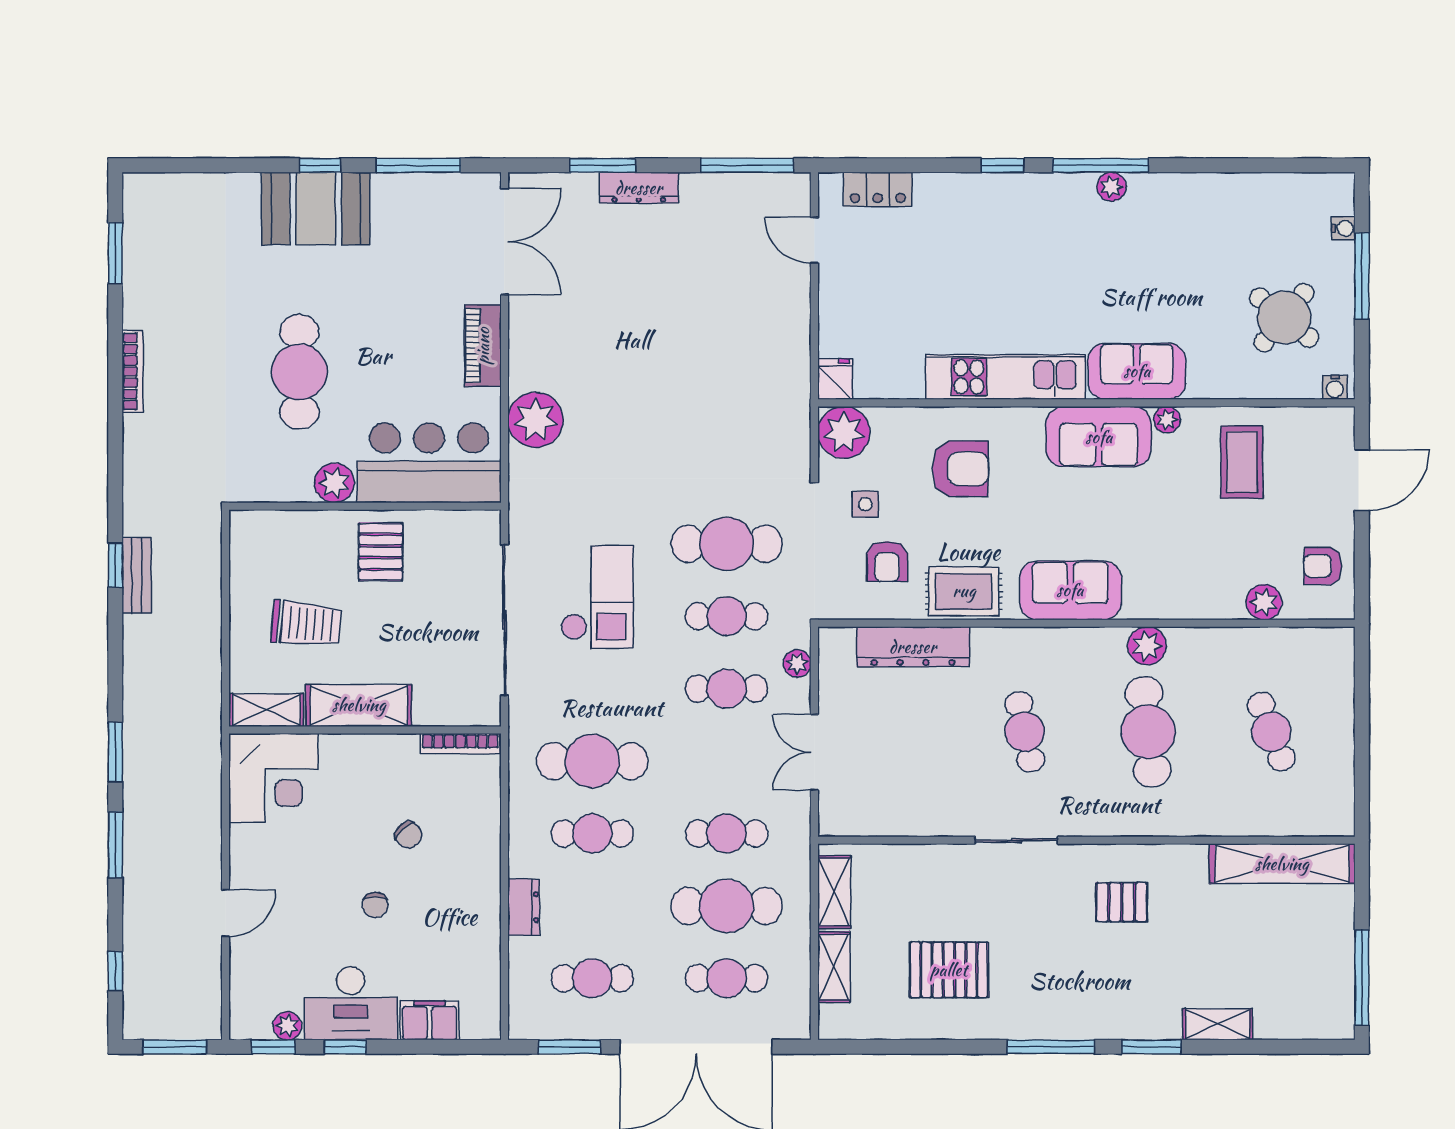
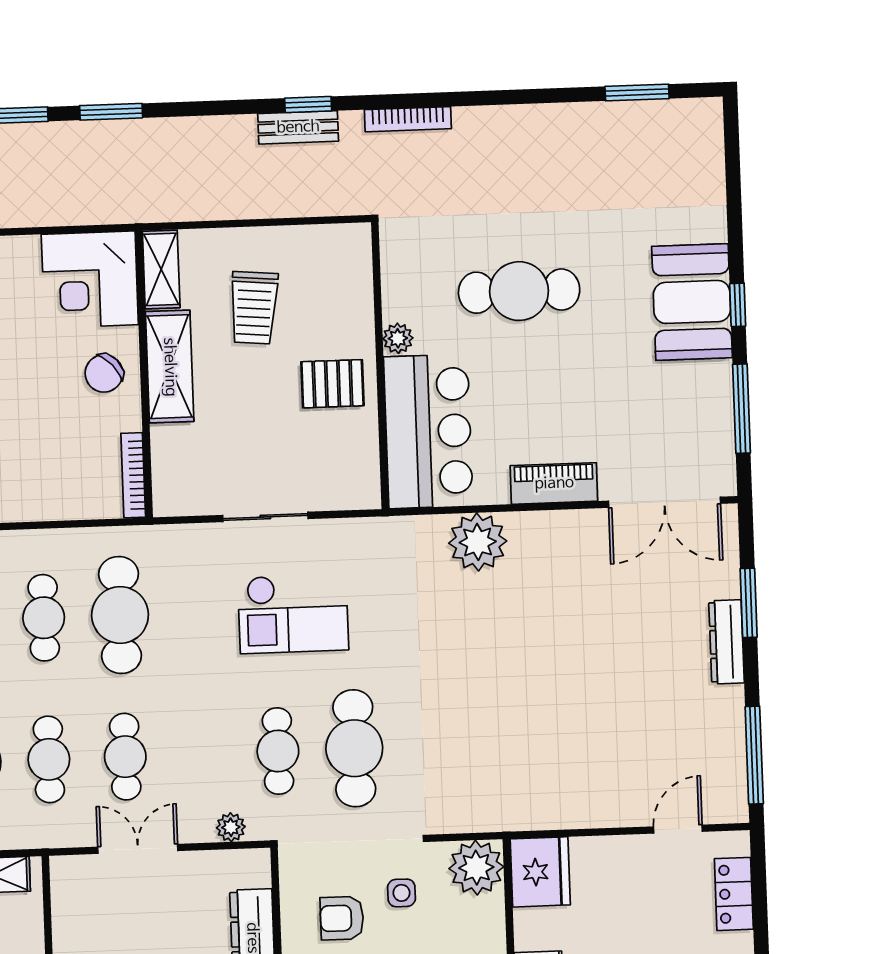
bookcase: (133, 371) -> (408, 119), moved
fridge: (835, 379) -> (540, 872), width x1.88, depth x1.34
plant: (334, 483) -> (398, 338), width x0.73, depth x0.73
sliding door: (504, 620) -> (265, 517), width x0.54
cafe table: (727, 689) -> (125, 757), moved
chair: (408, 835) -> (104, 373), moved, width x1.37, depth x1.37

